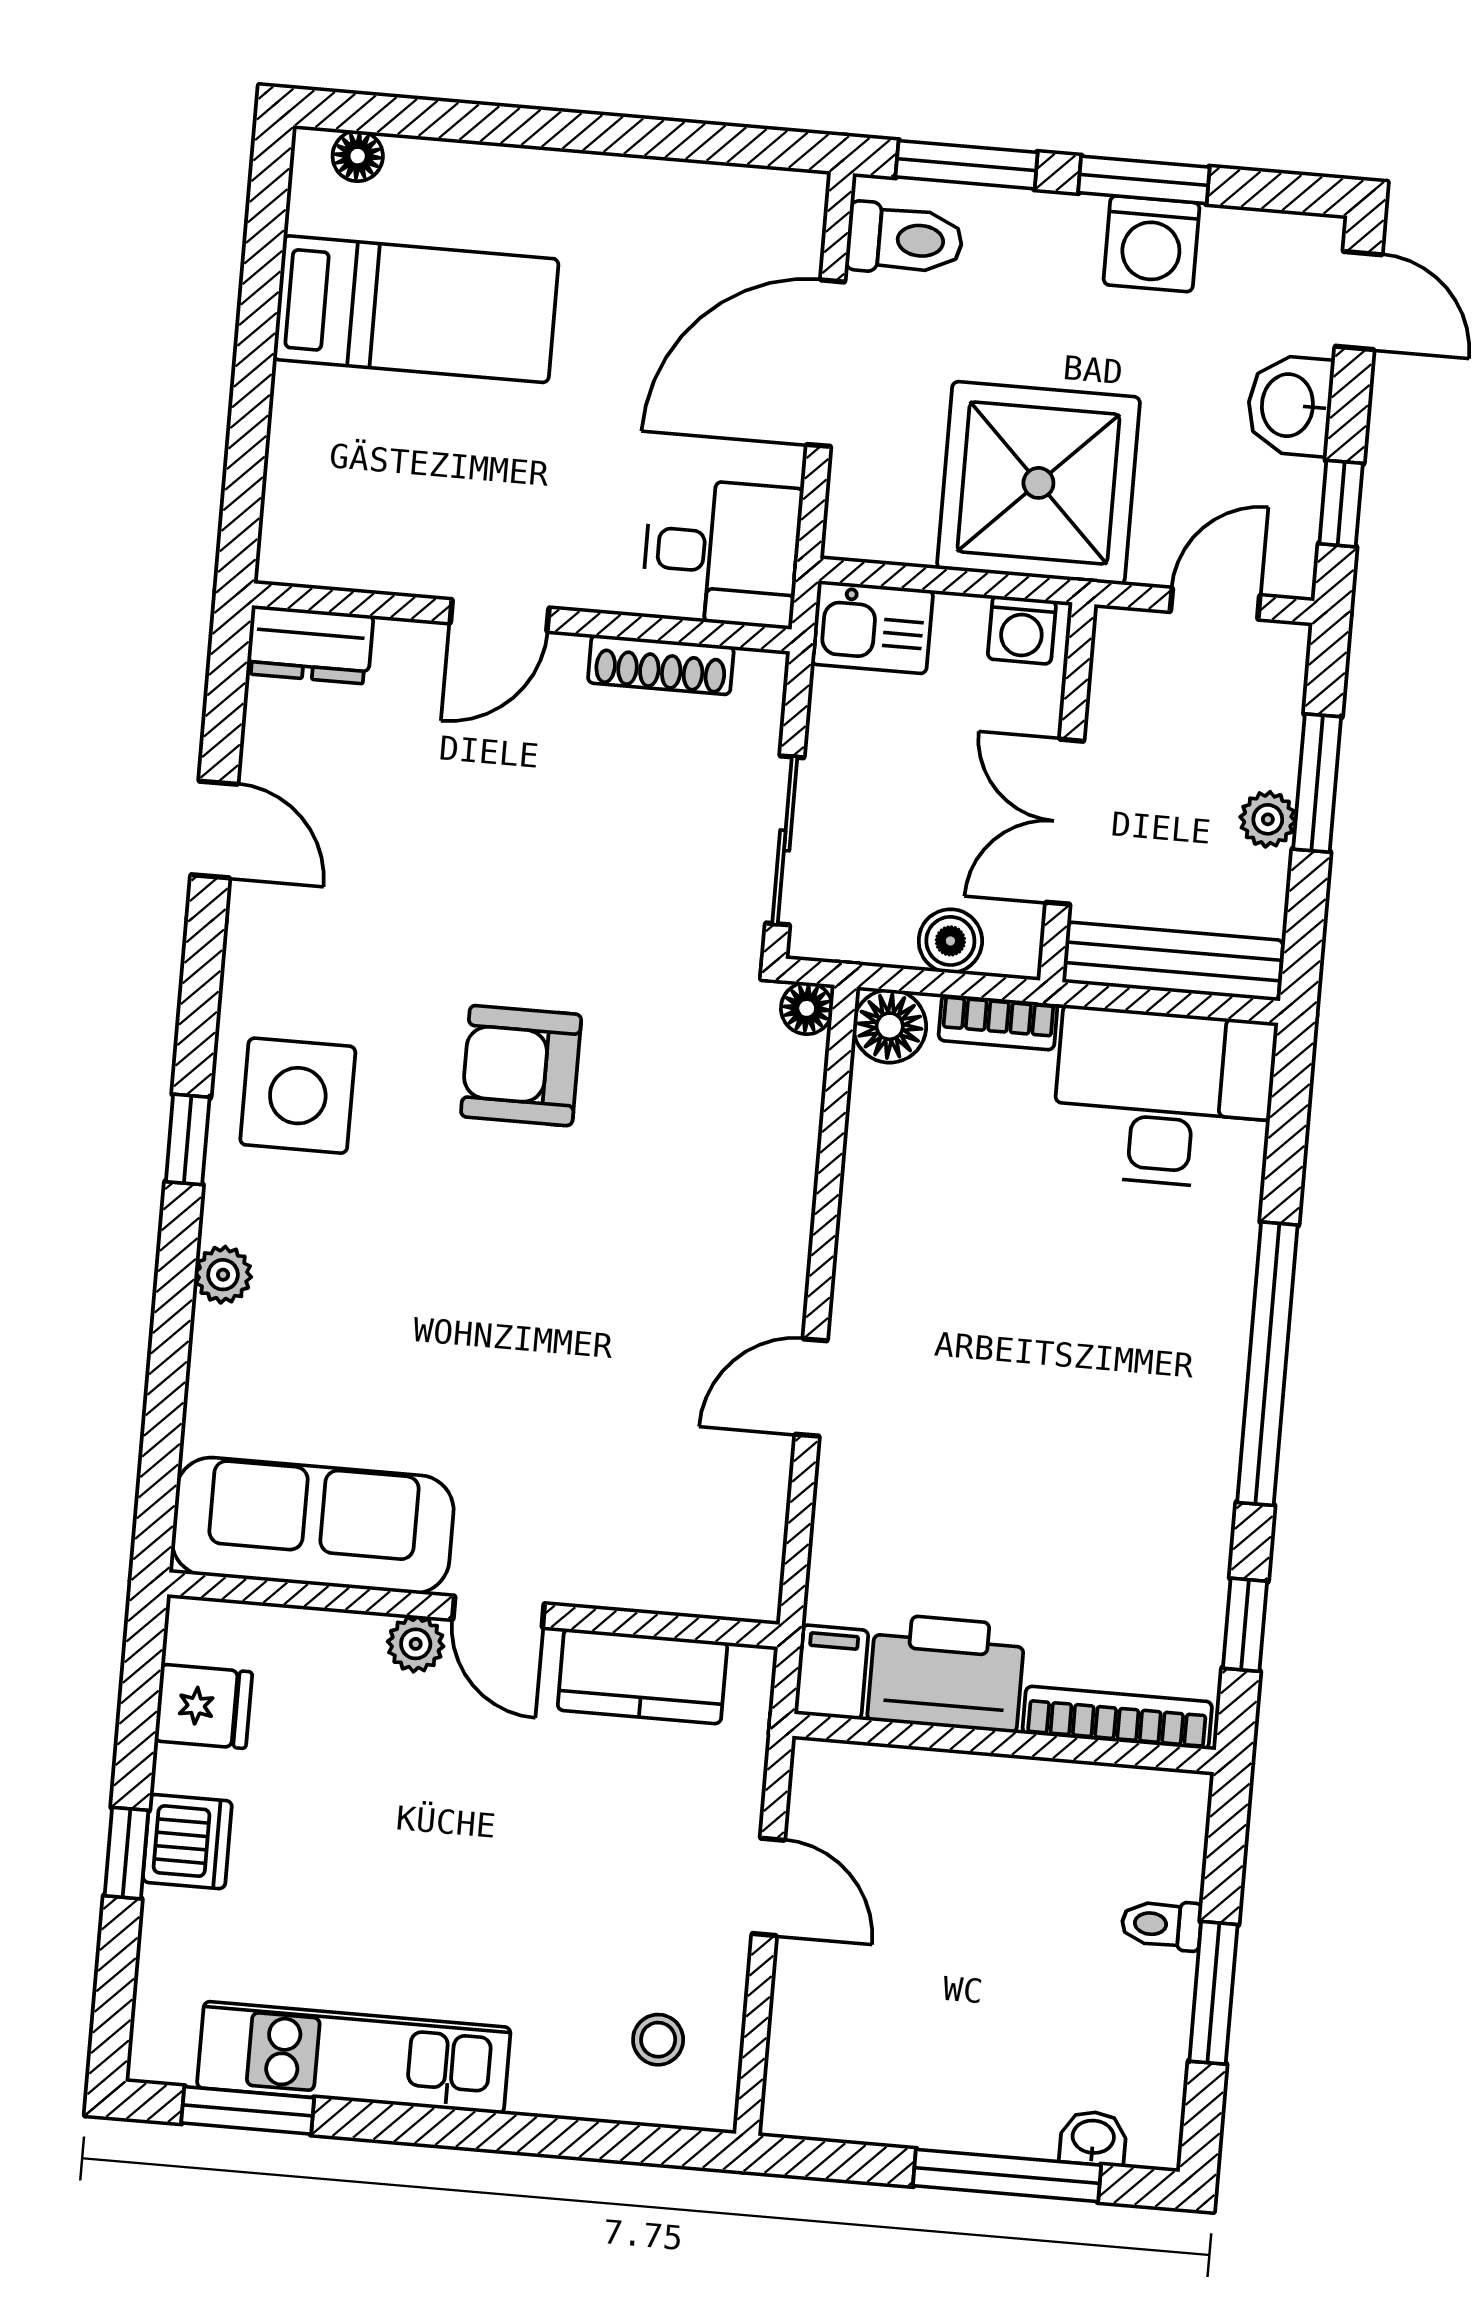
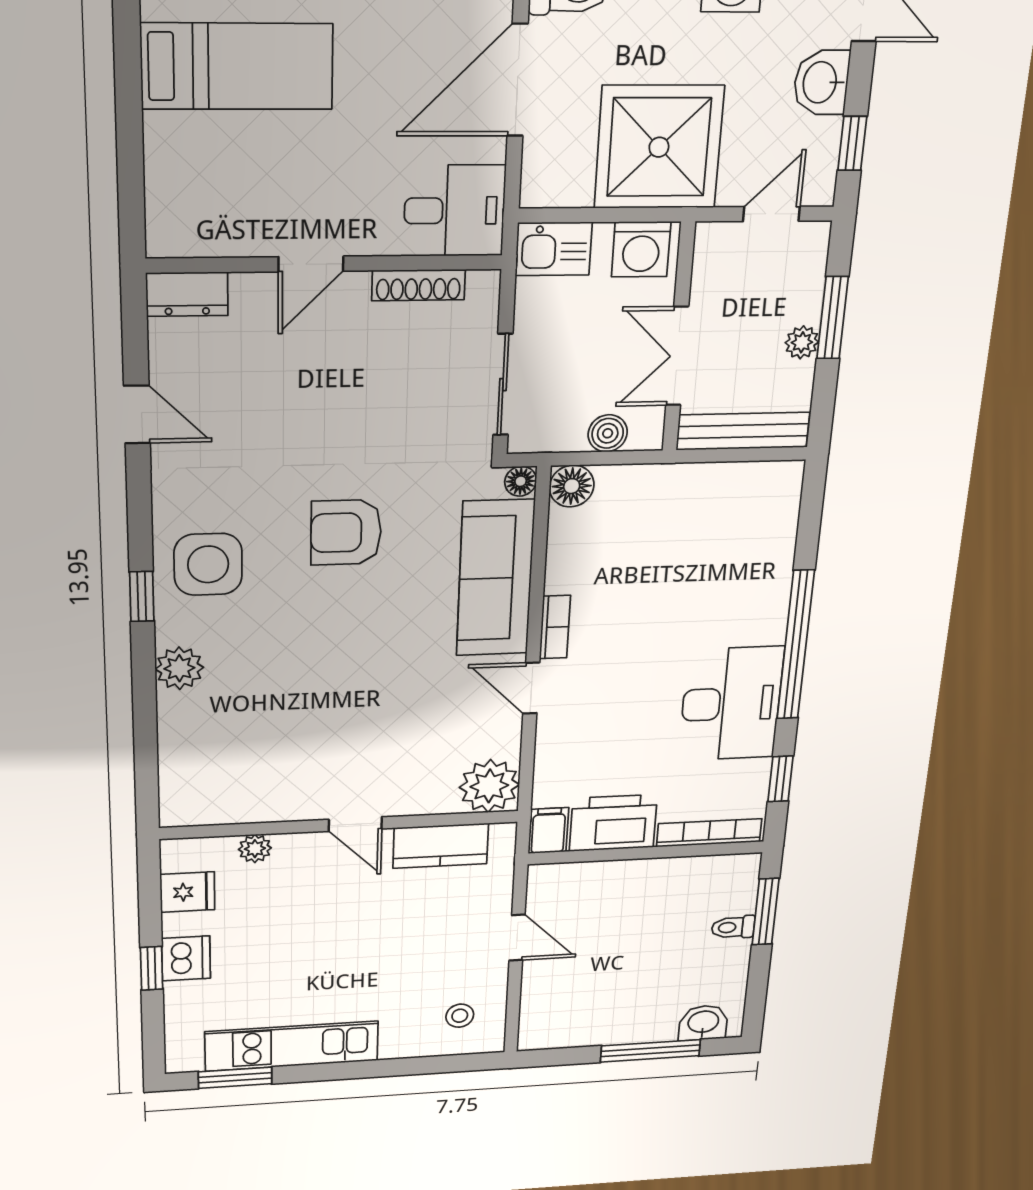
washing machine: (1022, 630) -> (641, 249), width x1.38, depth x1.38
bookcase: (998, 1022) -> (555, 627), moved, turned -90
desk: (1164, 1098) -> (731, 704), moved, turned 90
plant: (223, 1275) -> (179, 668), width x1.38, depth x1.38
door: (811, 1387) -> (531, 688), hinge flipped
sofa: (313, 1525) -> (495, 578), moved, turned -90
plant: (732, 1568) -> (489, 786), added
plant: (416, 1644) -> (255, 849), moved
window: (1213, 1993) -> (766, 912), moved
washbasin: (1093, 2138) -> (703, 1023), width x1.38, depth x1.45

